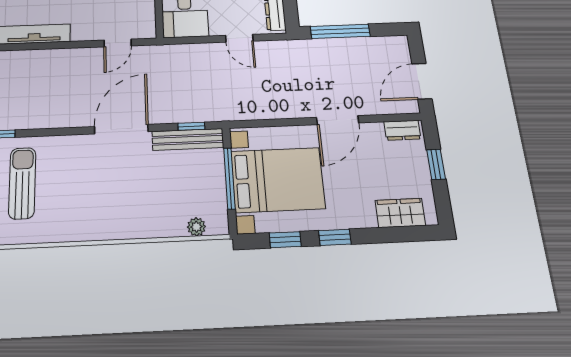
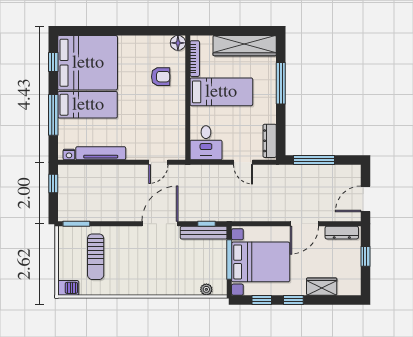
dresser: (402, 130) -> (342, 233), width x1.44
sun lounger: (22, 183) -> (96, 257), turned 180
wardrobe: (400, 213) -> (322, 287), moved

